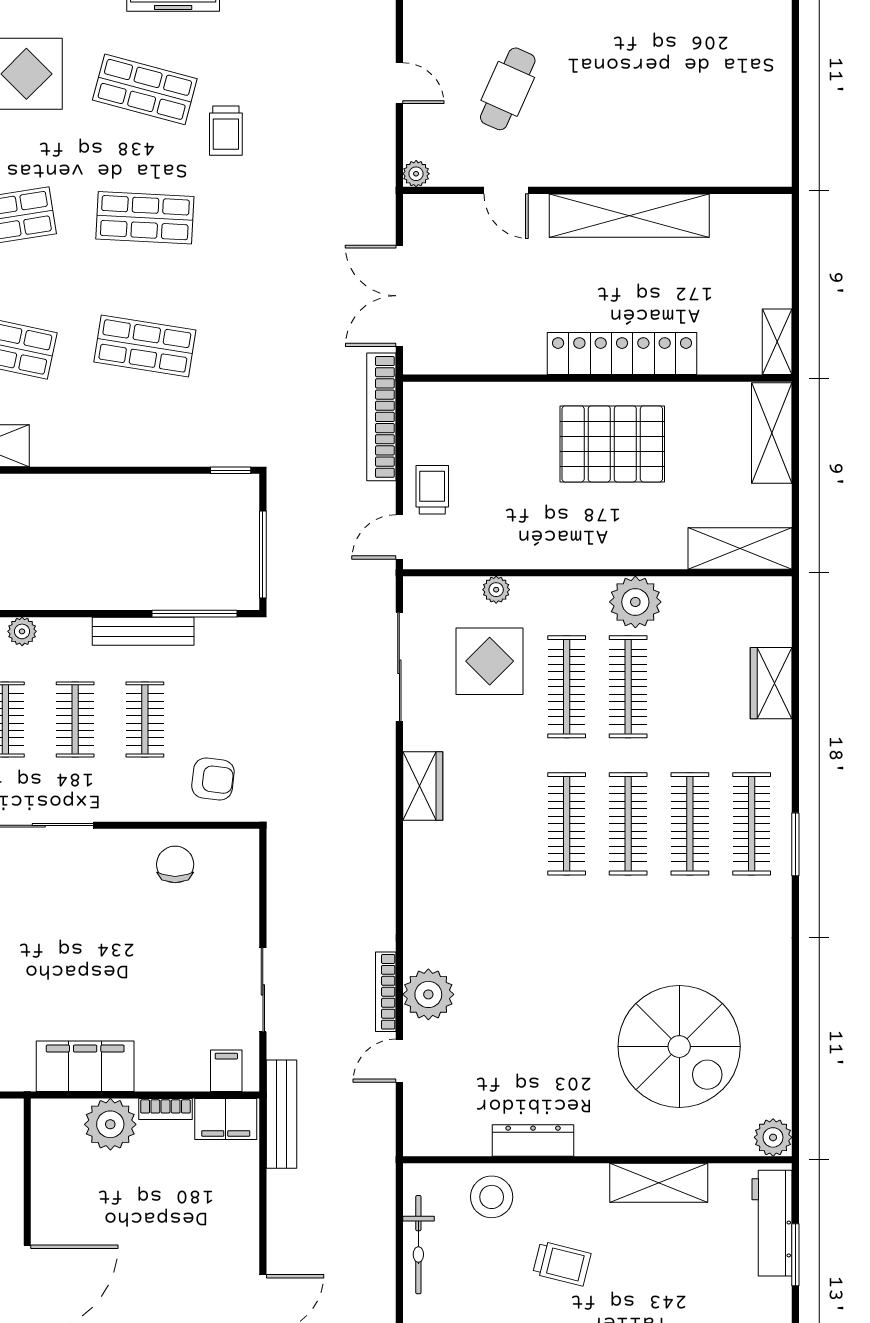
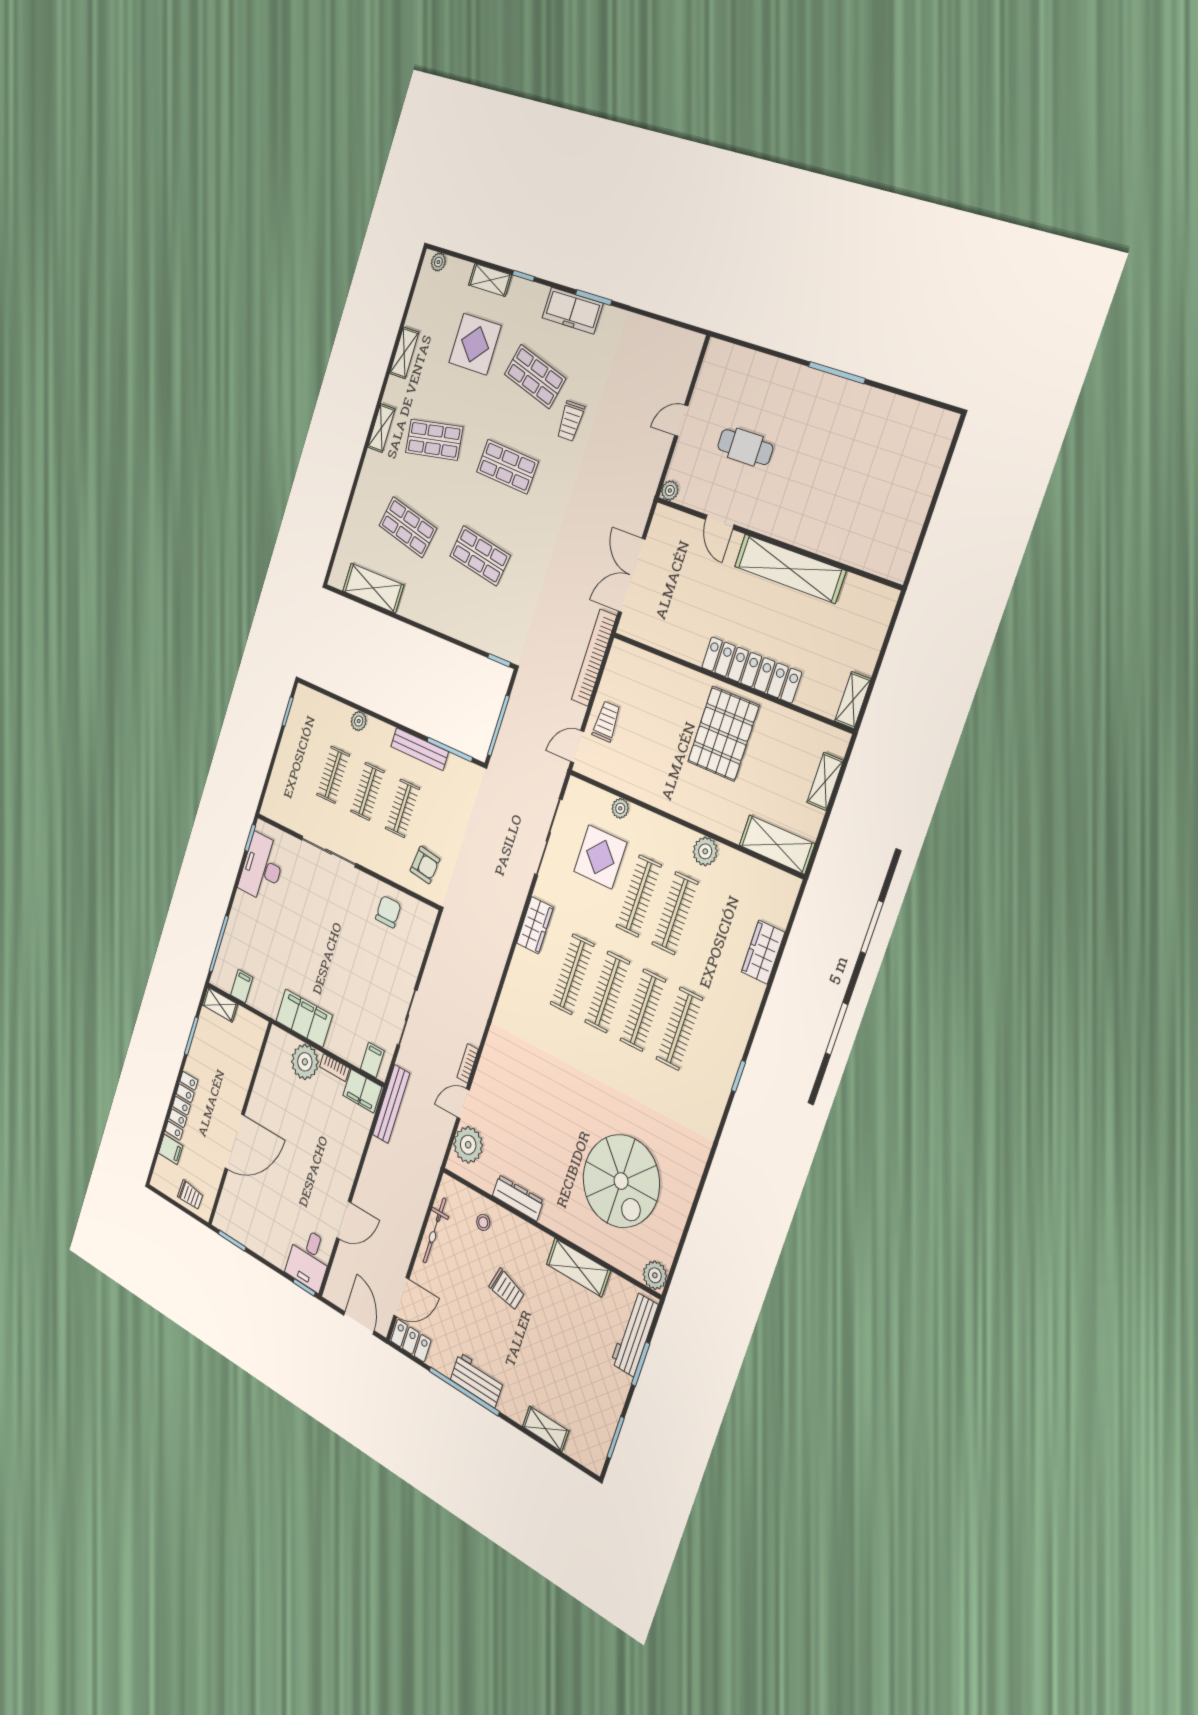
door: (399, 83) -> (681, 421), swing flipped
cafe table: (508, 89) -> (745, 447), turned 66
shelving: (772, 433) -> (825, 781), width x0.67, depth x0.75
pallet: (612, 444) -> (723, 734), turned 90
plant: (635, 602) -> (705, 851), width x0.73, depth x0.73
clothes rail: (752, 824) -> (572, 974), moved
window: (795, 844) -> (738, 1076), width x0.67
bookcase: (386, 992) -> (468, 1063), width x0.64
plant: (428, 994) -> (468, 1145), moved
stool: (492, 1197) -> (483, 1222), width x0.53, depth x0.53

